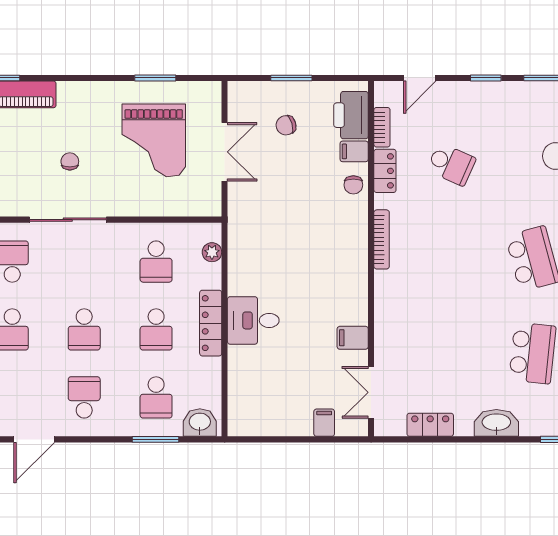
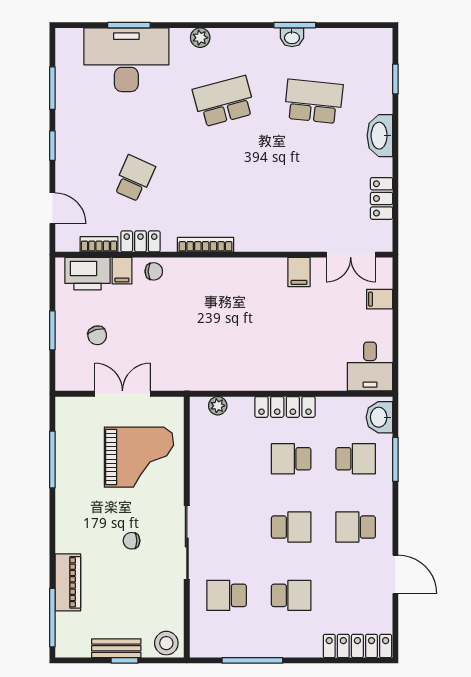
window: (155, 78) -> (52, 460), width x1.44
grand piano: (154, 140) -> (139, 457), moved
school desk: (156, 262) -> (227, 459), removed
desk: (253, 320) -> (370, 366), moved
school desk: (156, 329) -> (291, 459), turned 180

